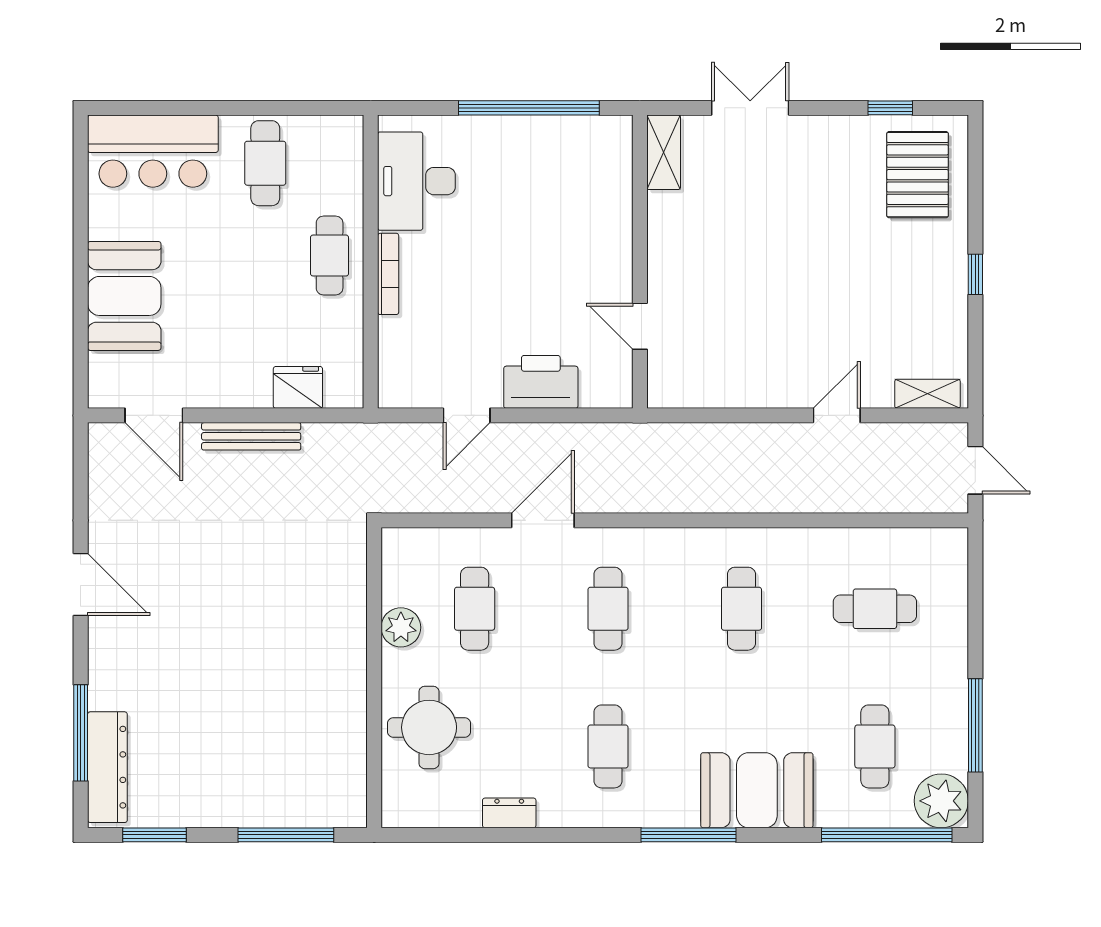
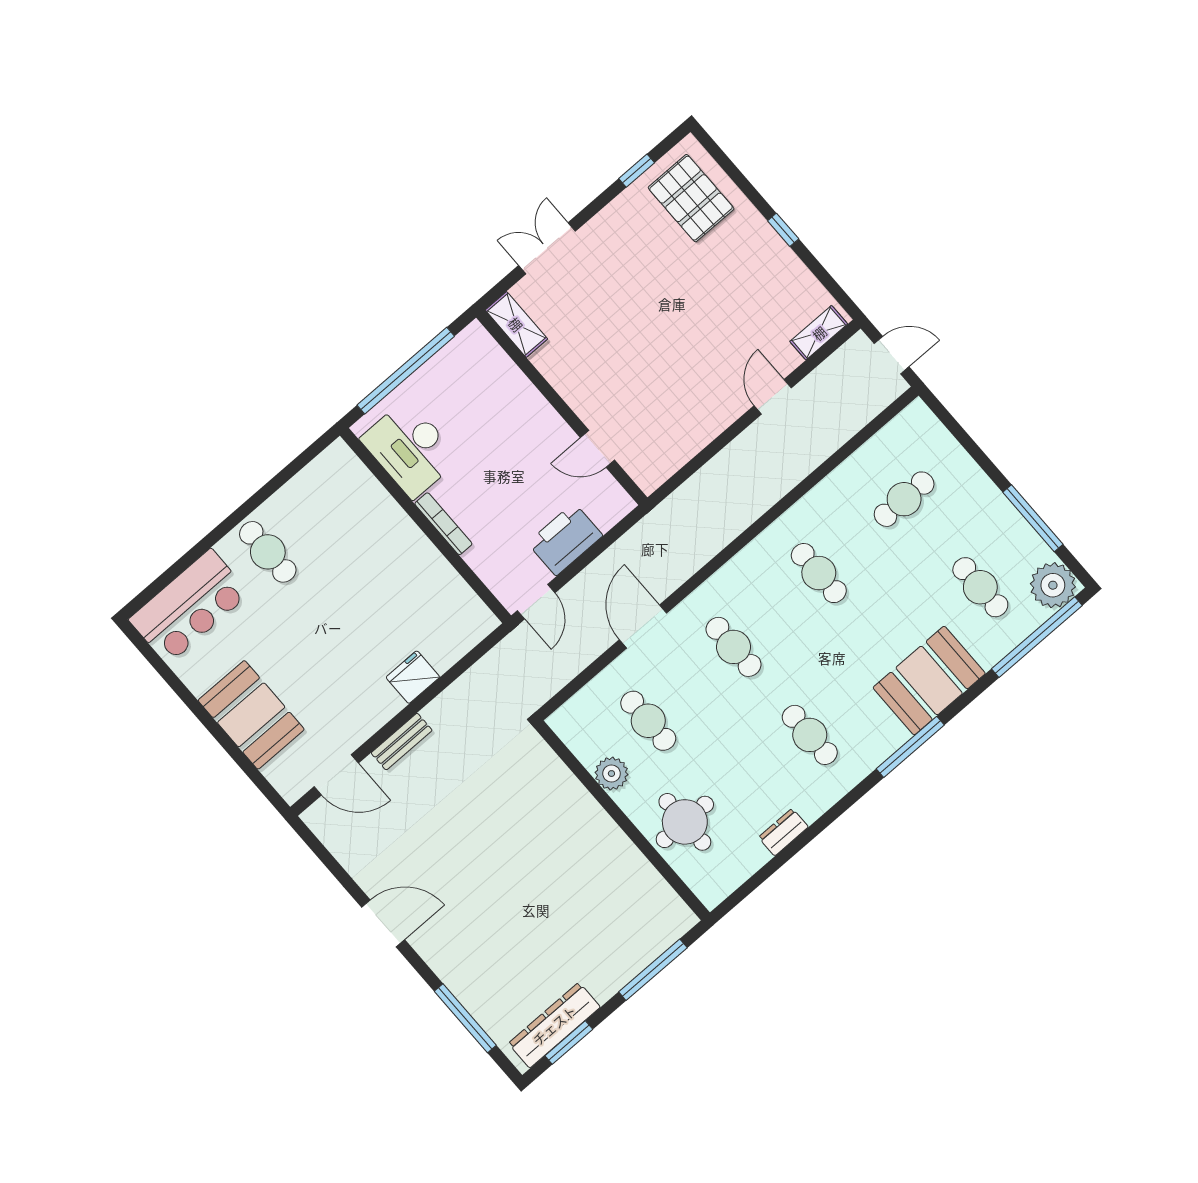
desk: (416, 181) -> (410, 449), moved
cafe table: (330, 256) -> (360, 575), removed
wall: (371, 262) -> (425, 526), moved
bookcase: (388, 274) -> (443, 524), moved
bench: (251, 436) -> (402, 742), width x0.73
dresser: (107, 767) -> (554, 1025), moved, turned -90

